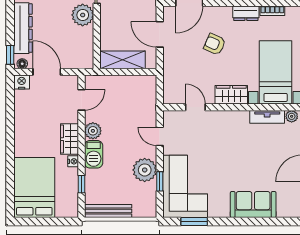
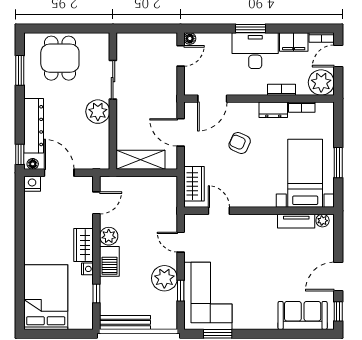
wardrobe: (231, 95) -> (194, 184), moved, turned 90
sofa: (253, 205) -> (303, 315), moved

